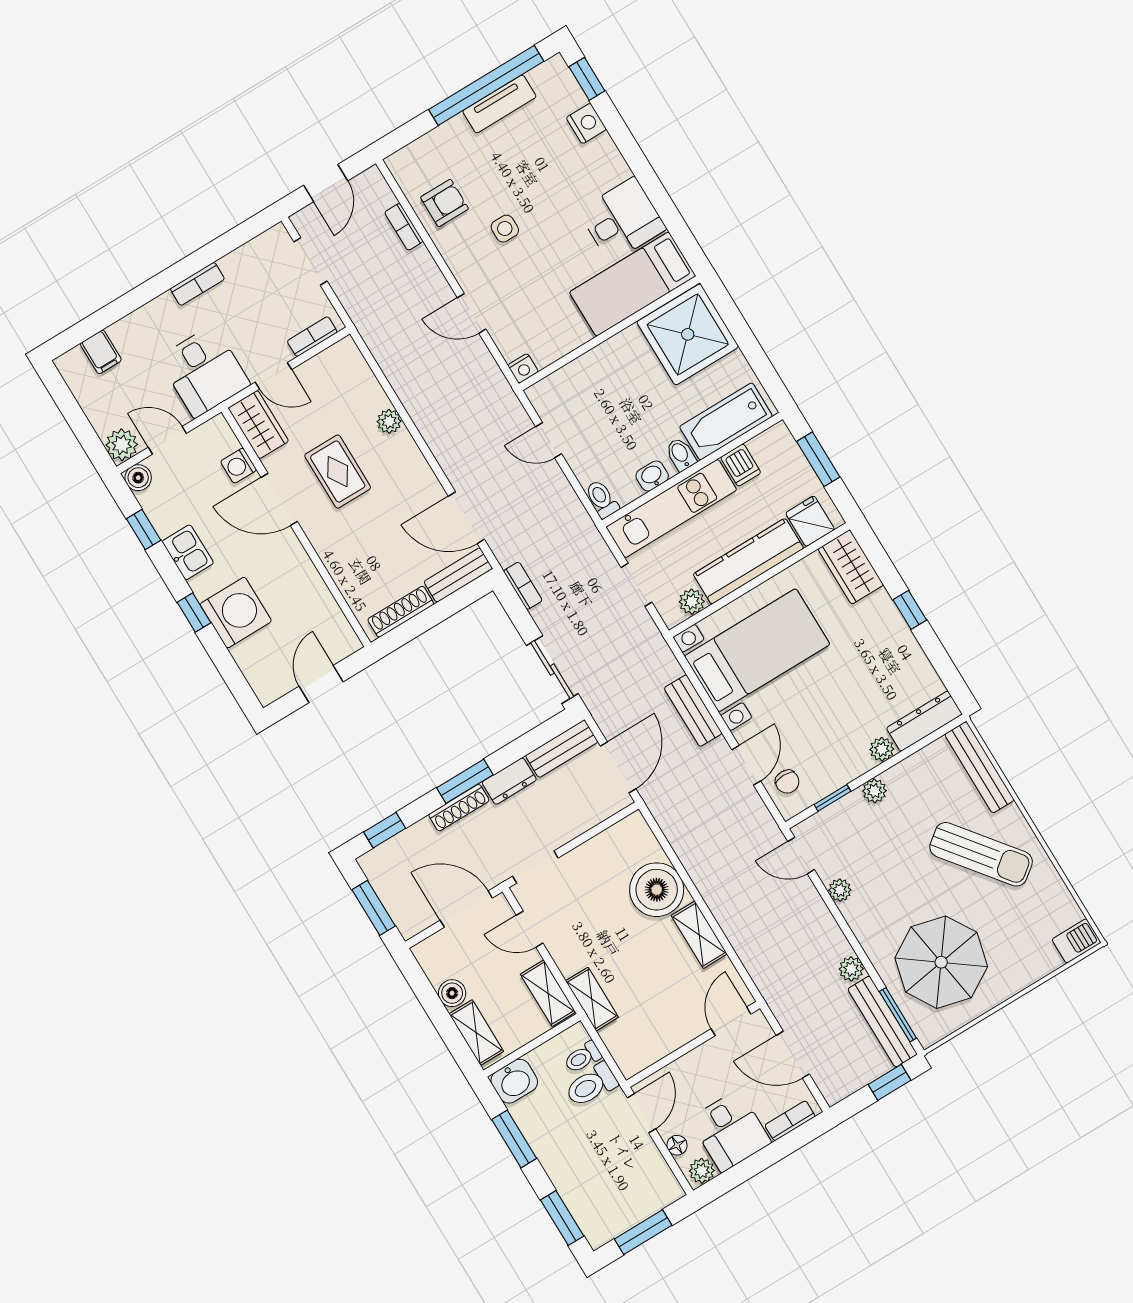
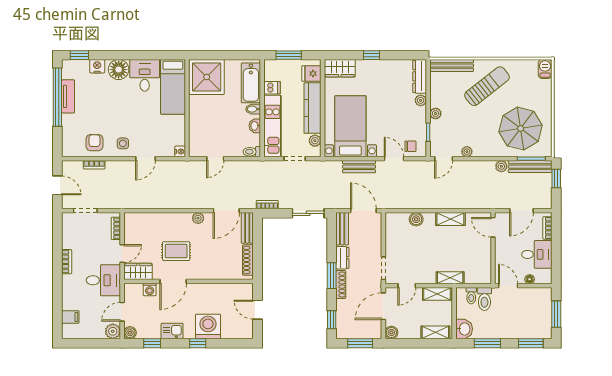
floor lamp: (604, 166) -> (119, 70), added
side table: (505, 229) -> (123, 143), moved
plant: (389, 421) -> (198, 218), moved
boiler: (657, 890) -> (416, 219), width x0.54, depth x0.54
boiler: (452, 993) -> (391, 332), moved
plant: (702, 1171) -> (546, 276), removed

